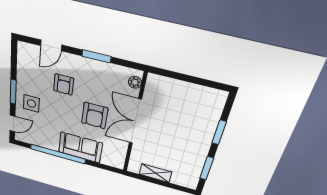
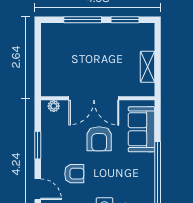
armchair: (95, 116) -> (99, 139), turned 90
window: (219, 132) -> (83, 20), width x1.44
sofa: (80, 147) -> (141, 129), moved

